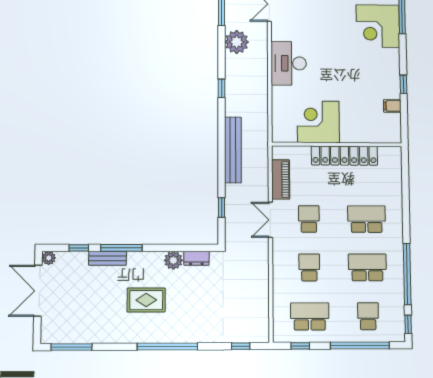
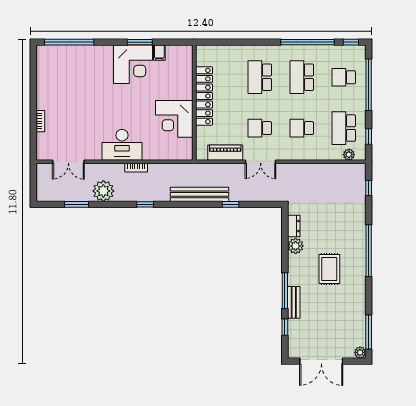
corner desk: (378, 26) -> (133, 64), moved
bookcase: (263, 79) -> (136, 168), added
window: (403, 84) -> (140, 42), width x1.50
window: (222, 207) -> (231, 204), moved
plant: (49, 258) -> (360, 352), moved
plant: (279, 322) -> (349, 155), added

